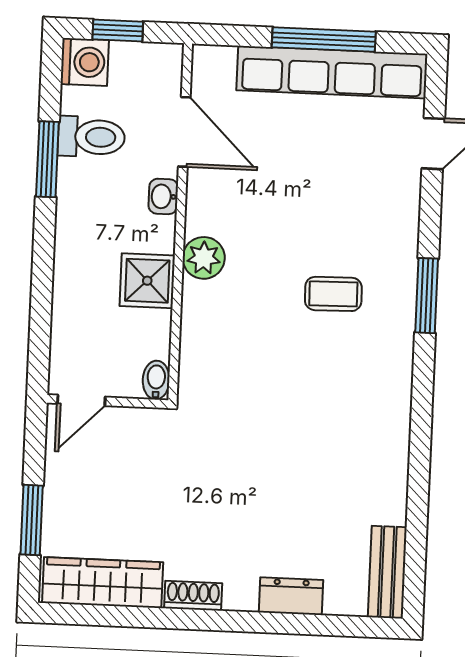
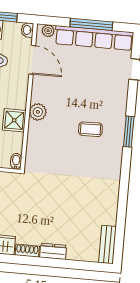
plant: (220, 60) -> (48, 31), added
washbasin: (163, 196) -> (27, 30), moved
dresser: (291, 596) -> (53, 251), moved

